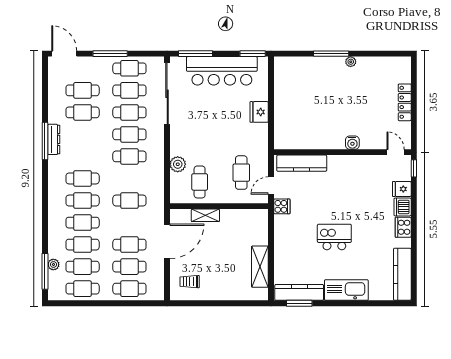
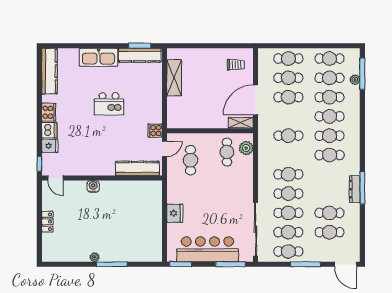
locker: (405, 102) -> (47, 222), width x0.66
plant: (178, 164) -> (246, 148), moved
shelving: (205, 215) -> (241, 123), moved

